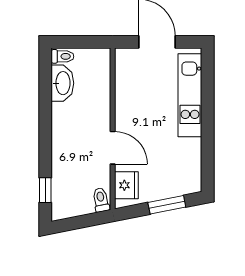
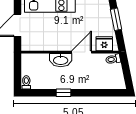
washbasin: (62, 83) -> (61, 60), moved, turned 180
window: (45, 190) -> (64, 93), moved

